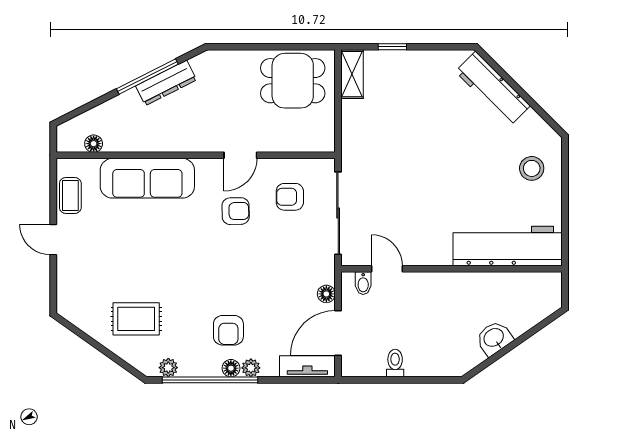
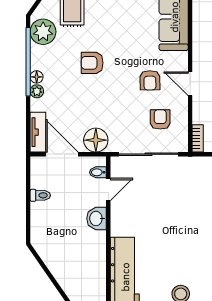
bookcase: (316, 145) -> (198, 138), added
floor lamp: (326, 294) -> (96, 140), width x1.89, depth x1.89
armchair: (228, 330) -> (92, 63), moved
washbasin: (494, 338) -> (96, 218), moved, turned -145
plant: (168, 368) -> (43, 32), width x1.88, depth x1.88

